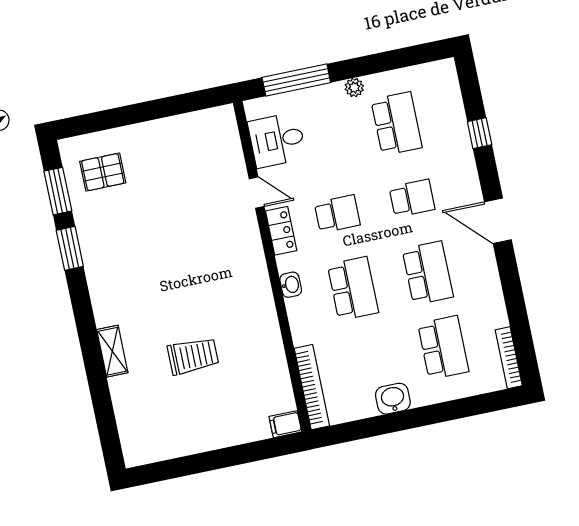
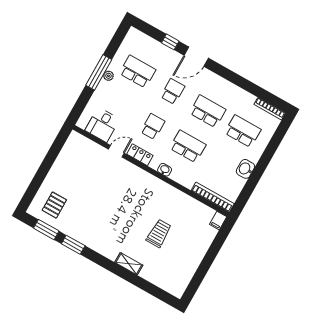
window: (296, 80) -> (99, 72), moved
door: (498, 221) -> (196, 57), moved

